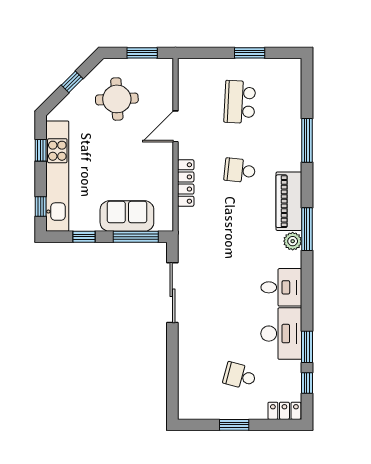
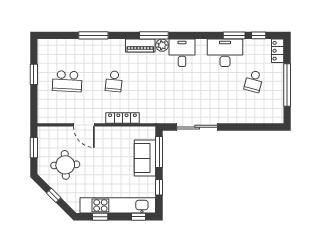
piano: (289, 201) -> (140, 46), width x0.73, depth x0.75
desk: (281, 287) -> (182, 53), moved
window: (234, 425) -> (287, 85), width x2.11

